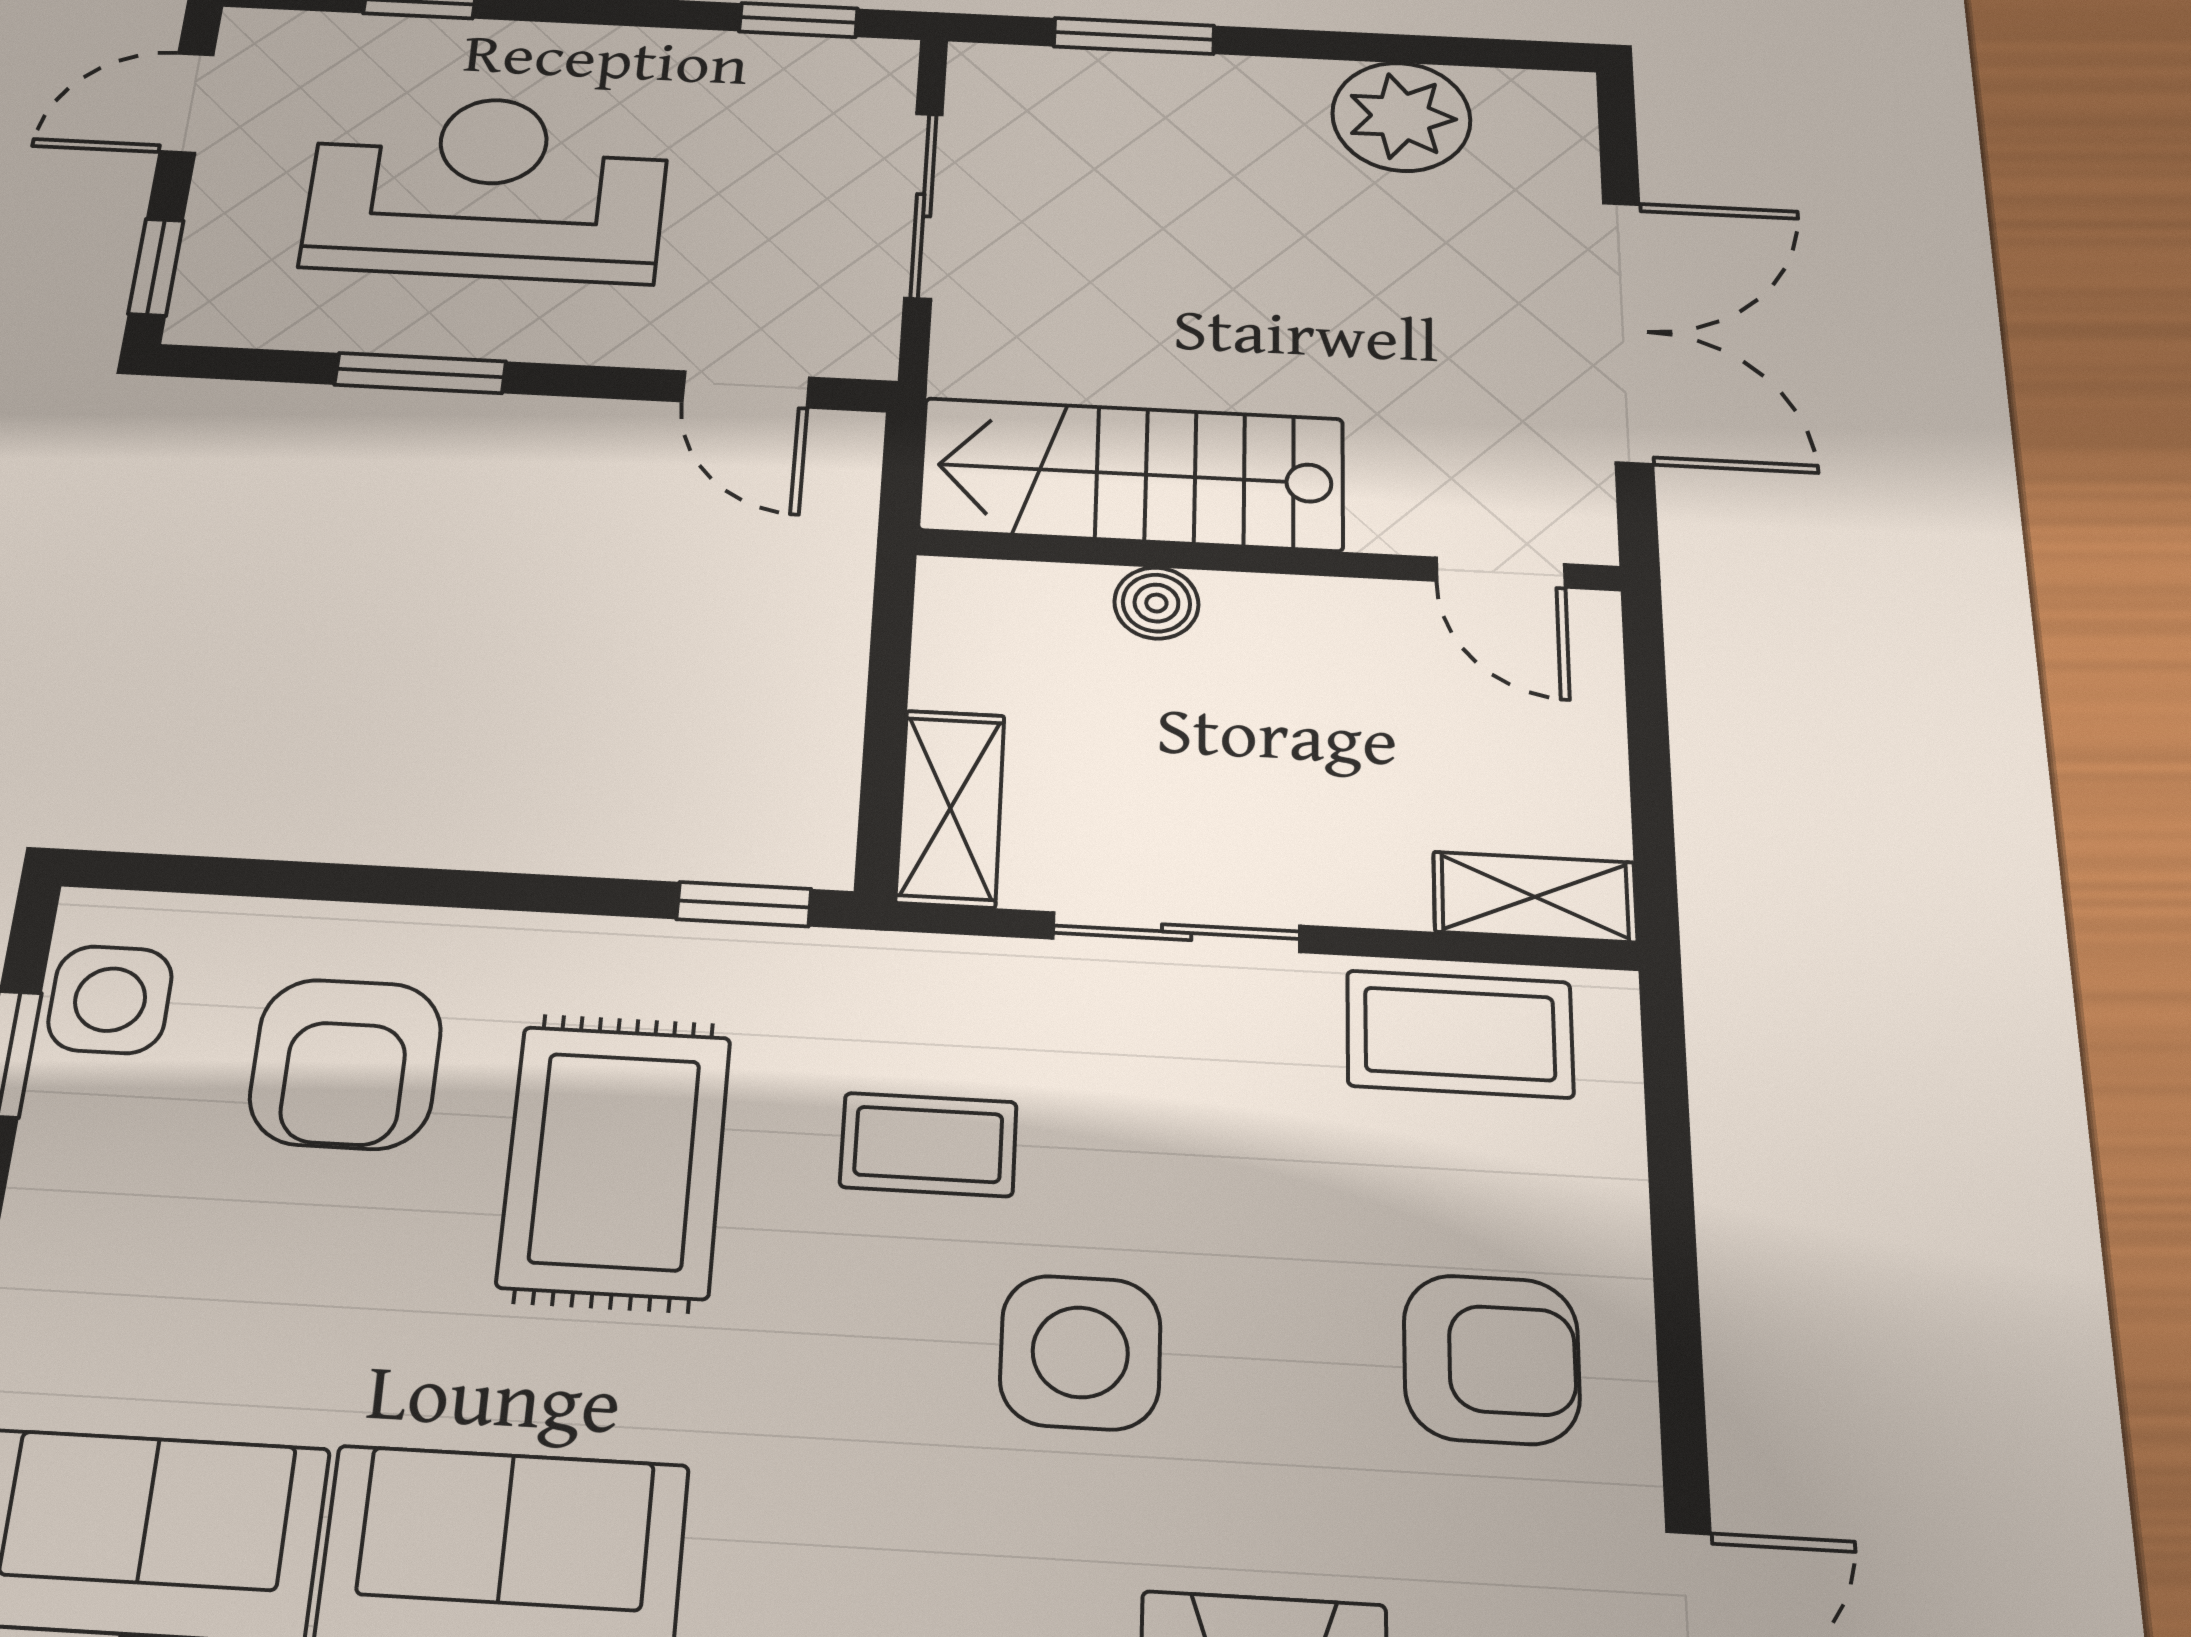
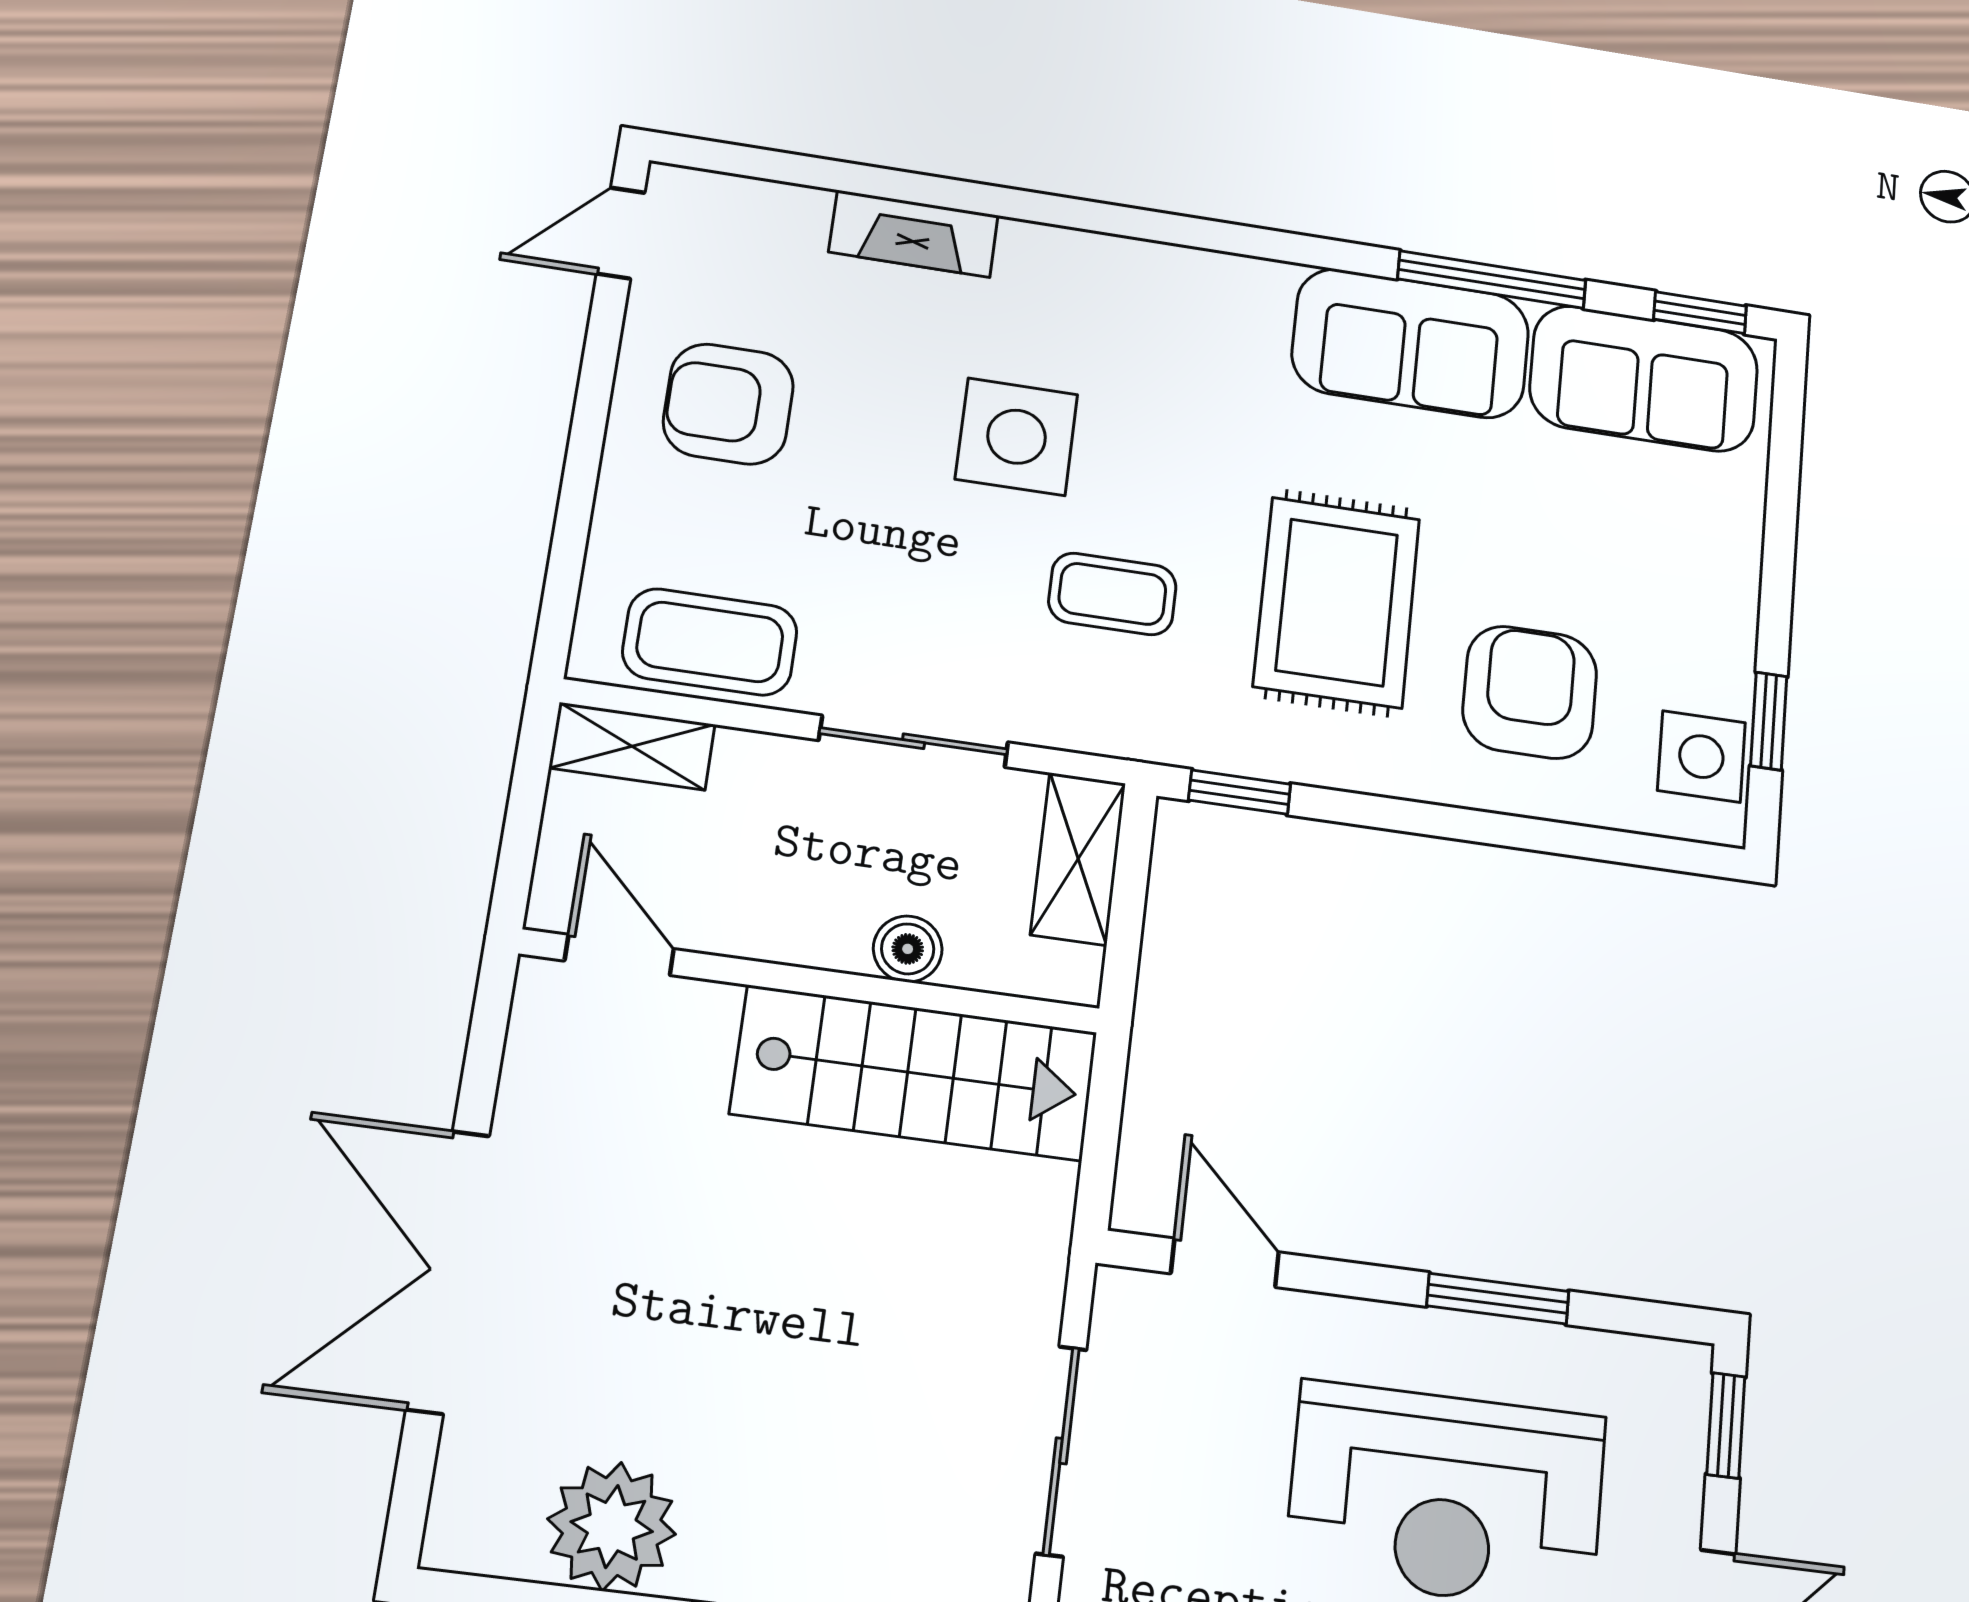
stairs: (1132, 474) -> (915, 1073), moved
wall: (1268, 561) -> (811, 981), moved
door: (1500, 573) -> (619, 955), moved
boiler: (1156, 603) -> (908, 949), moved

